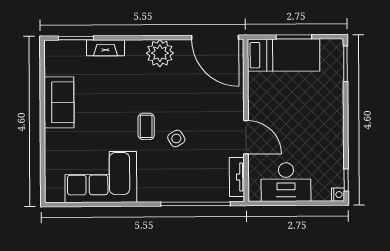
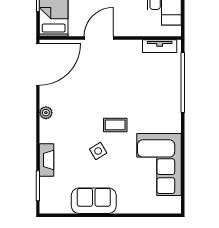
plant: (160, 53) -> (46, 113), width x0.53, depth x0.53
door: (246, 137) -> (99, 38), moved
side table: (176, 139) -> (98, 151), moved

